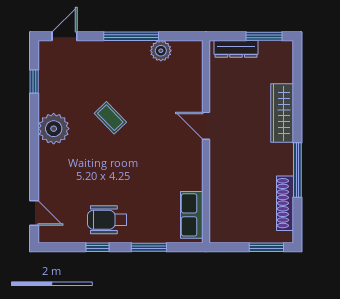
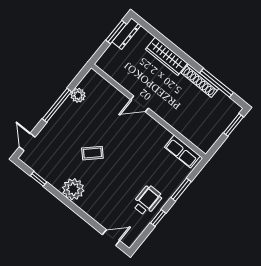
dresser: (236, 49) -> (126, 34), moved
window: (297, 170) -> (216, 83), moved
shoe rack: (285, 203) -> (200, 81), moved
wheelchair: (107, 220) -> (147, 200), turned 180

